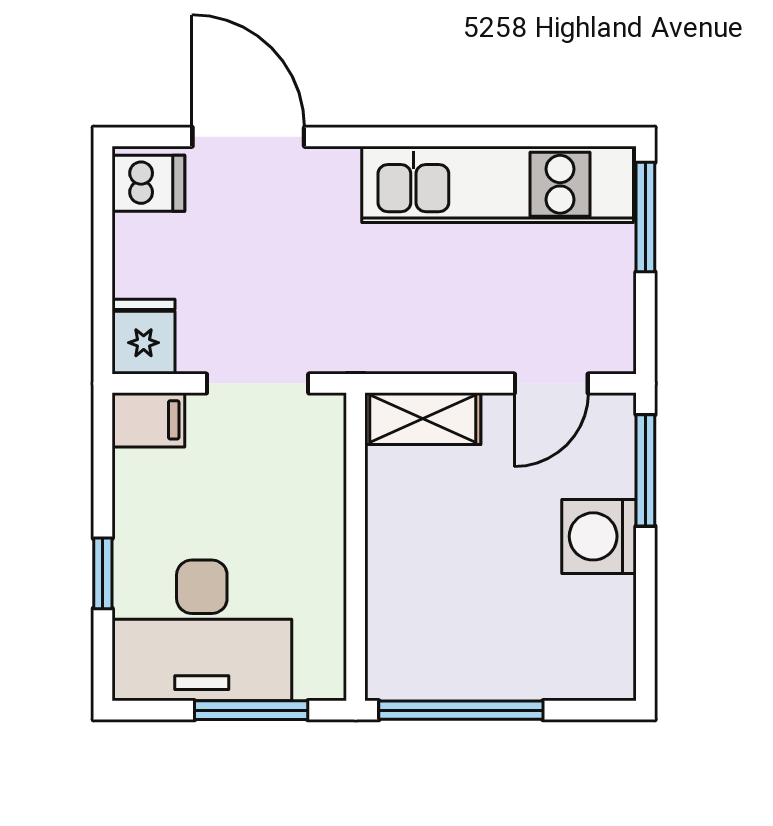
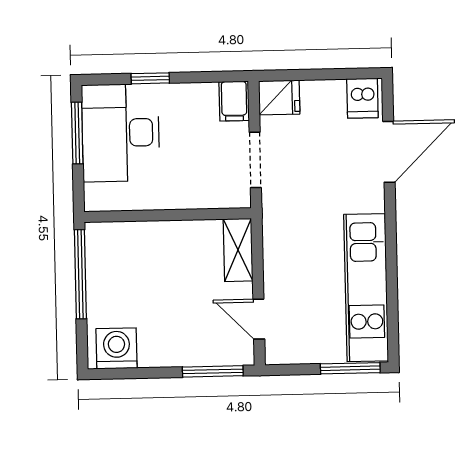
washing machine: (599, 536) -> (117, 348), moved
window: (251, 710) -> (77, 133), moved

